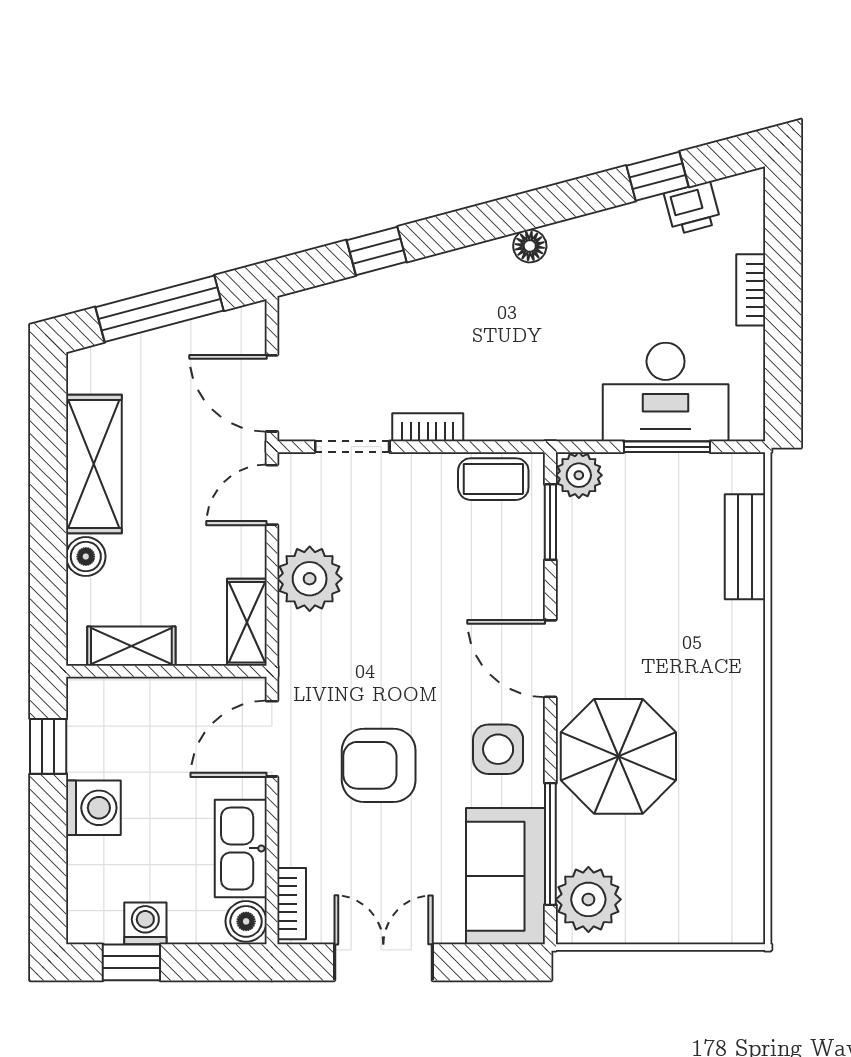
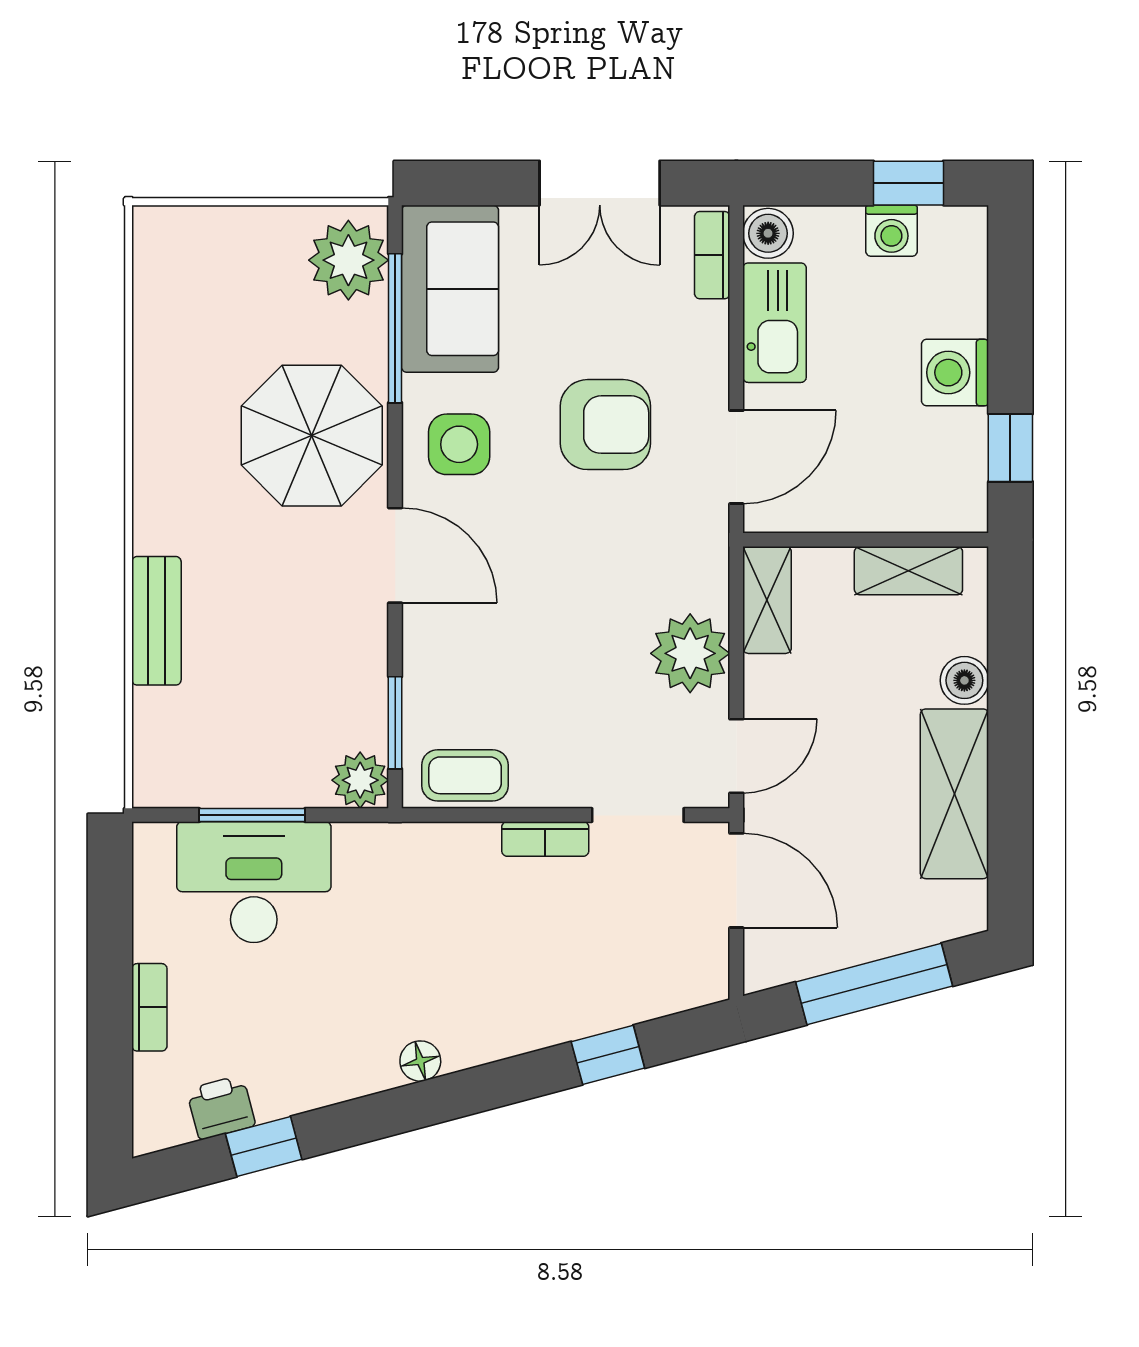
bench: (745, 547) -> (156, 621), moved

